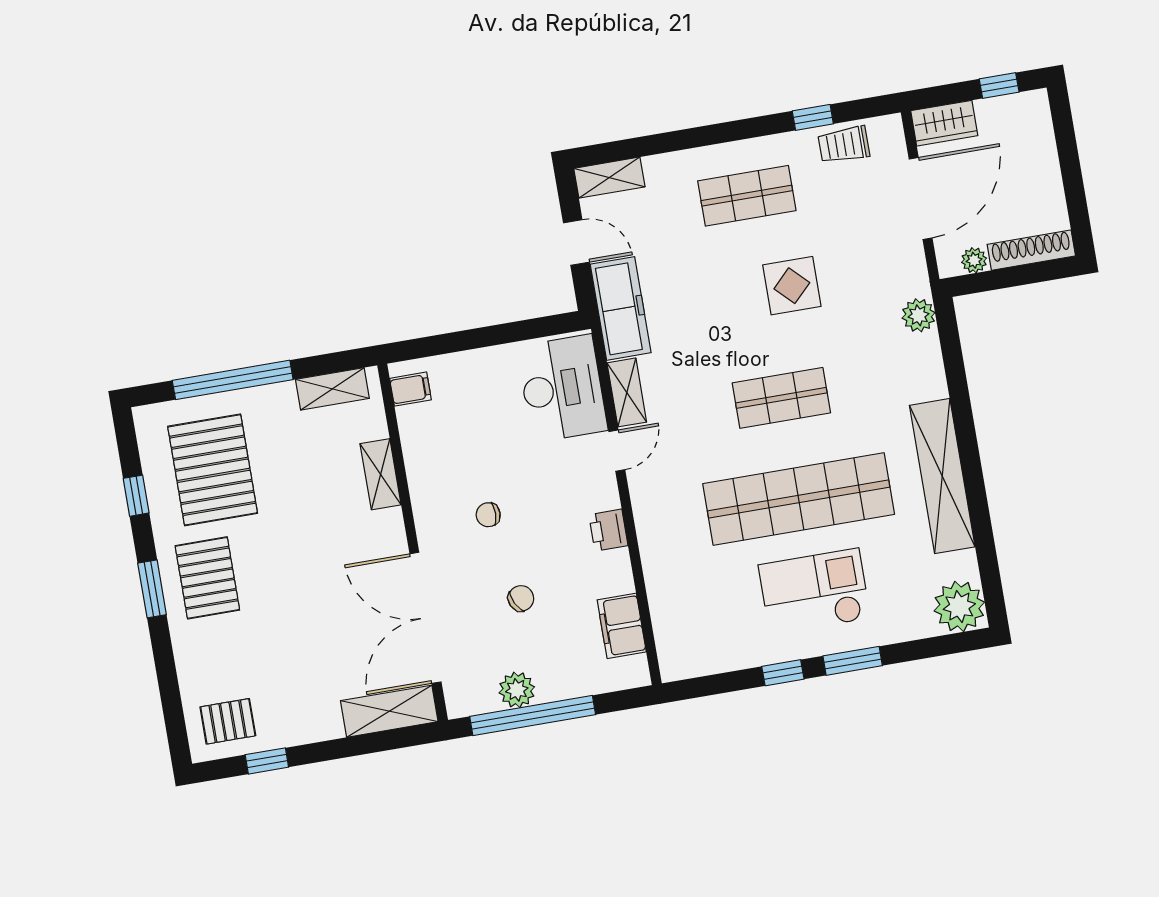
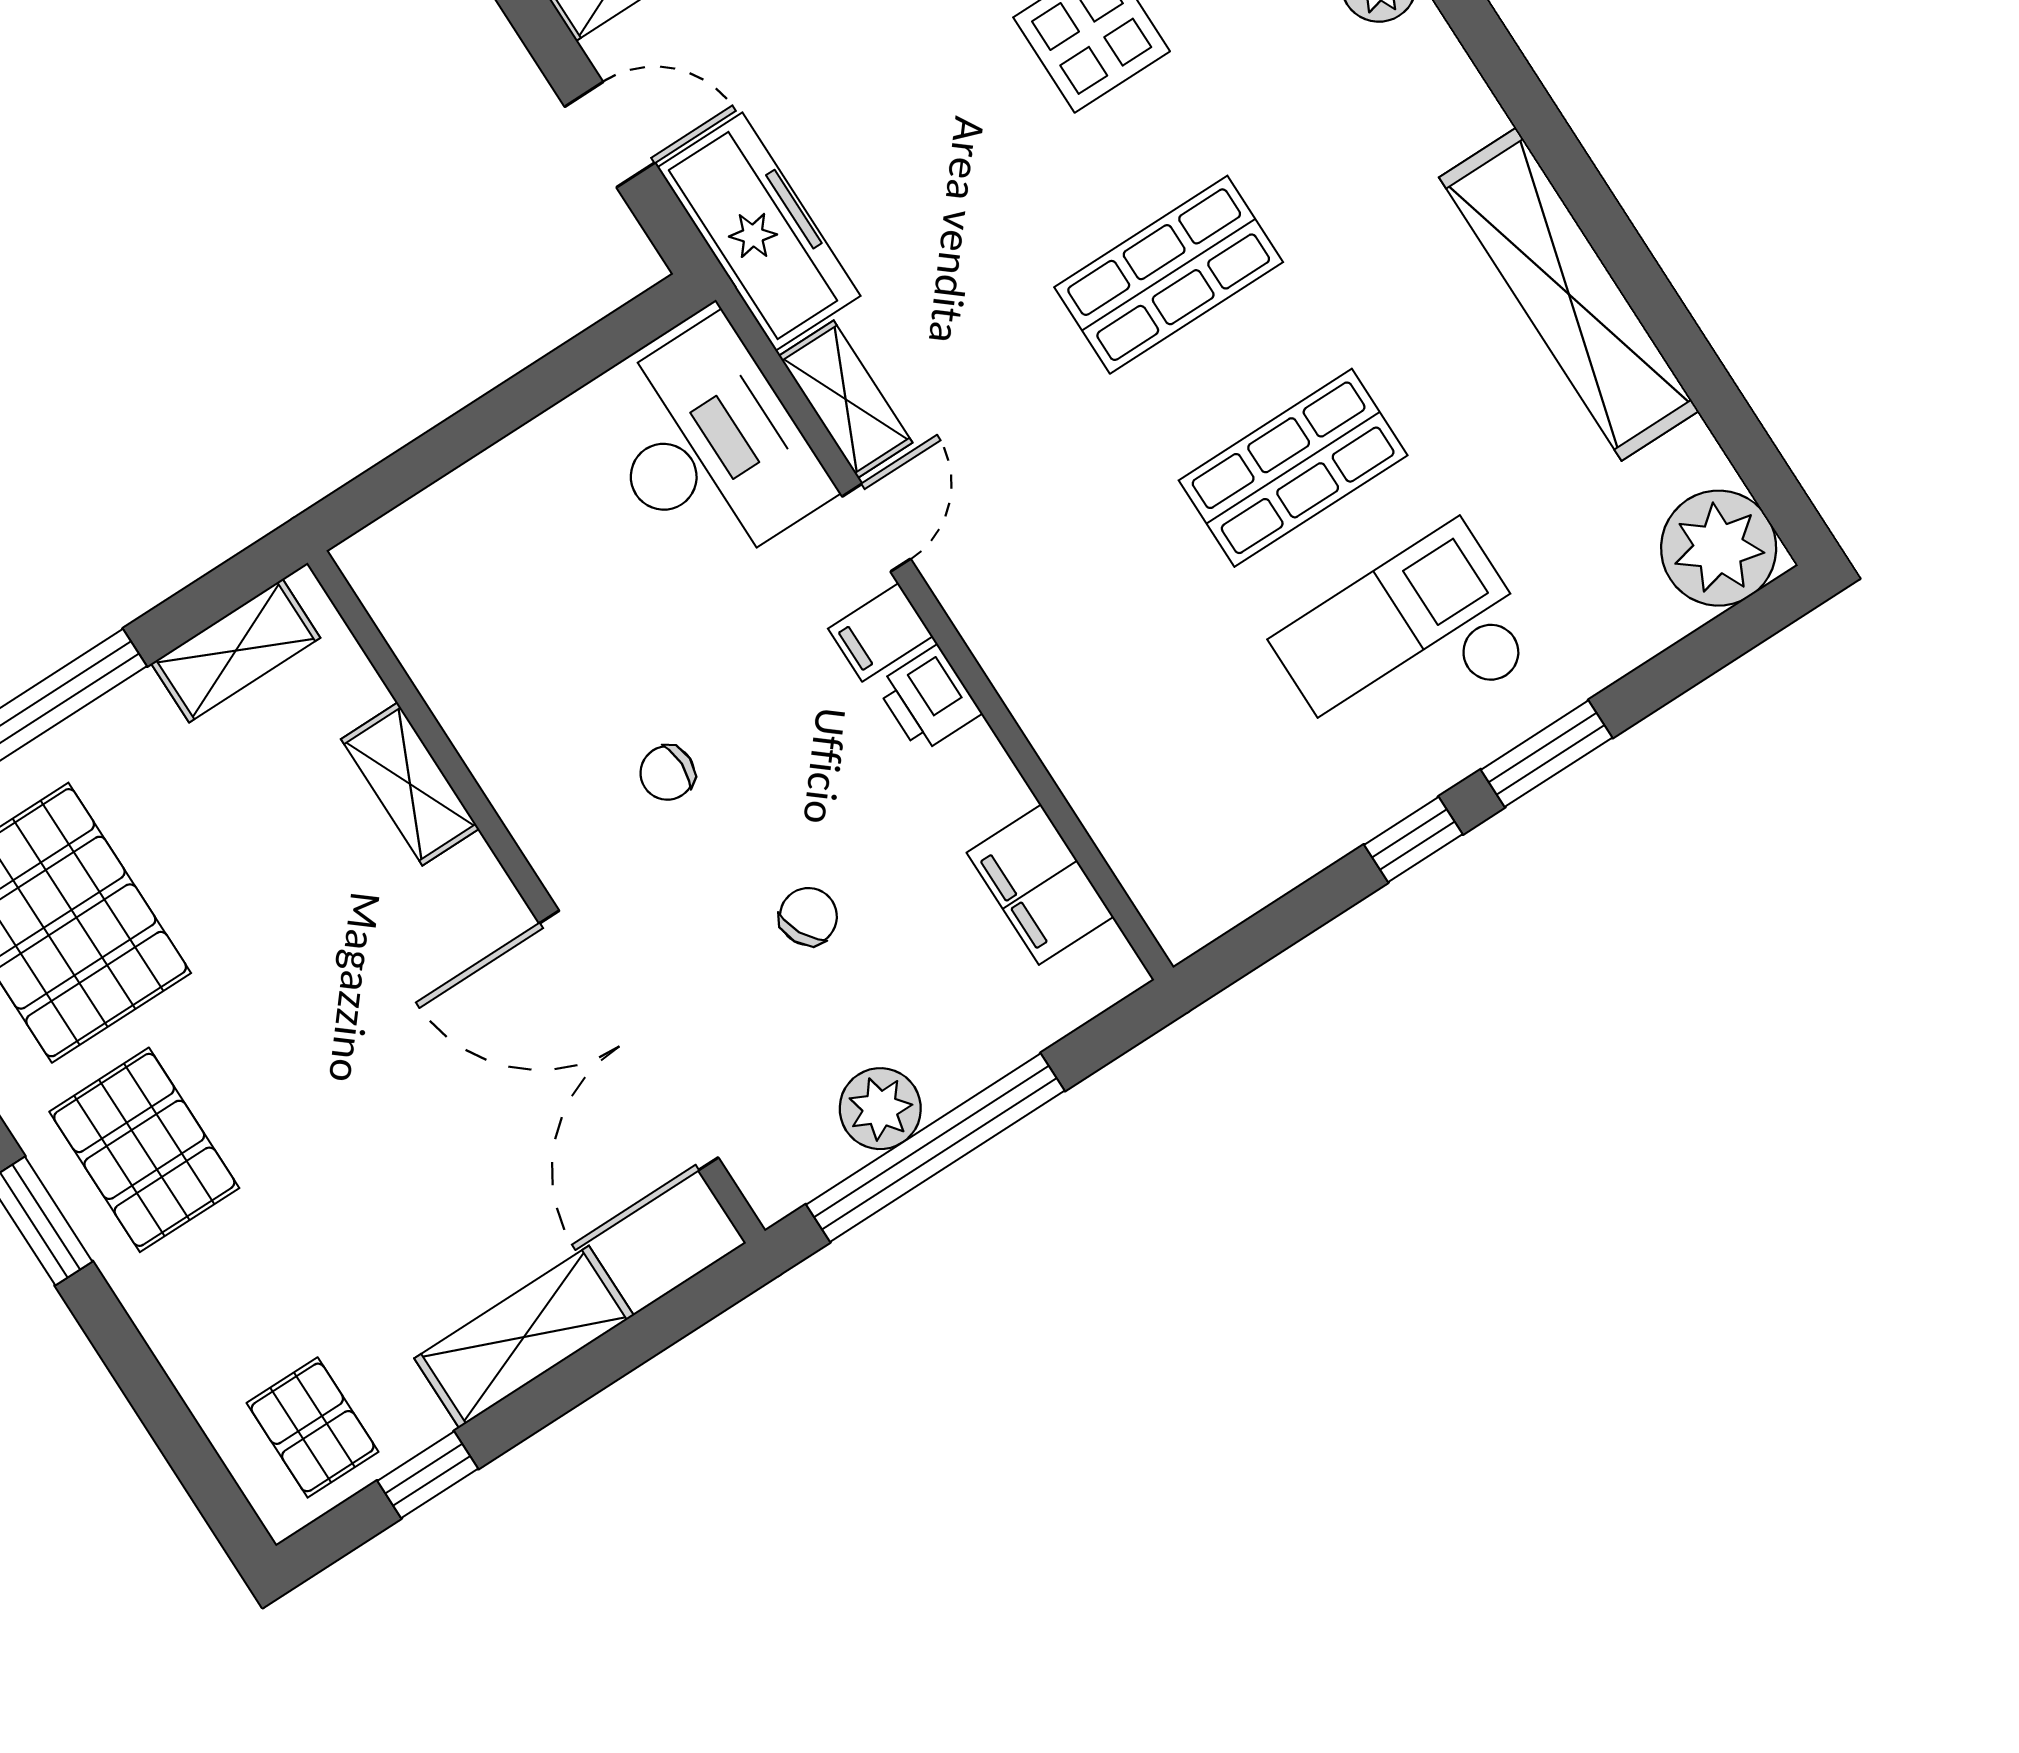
filing cabinet: (410, 389) -> (880, 632), moved, turned 180
shop shelf: (799, 499) -> (1293, 468), width x0.50, depth x0.74
shelving: (389, 711) -> (524, 1337), moved
pallet: (228, 721) -> (313, 1427), turned 90

